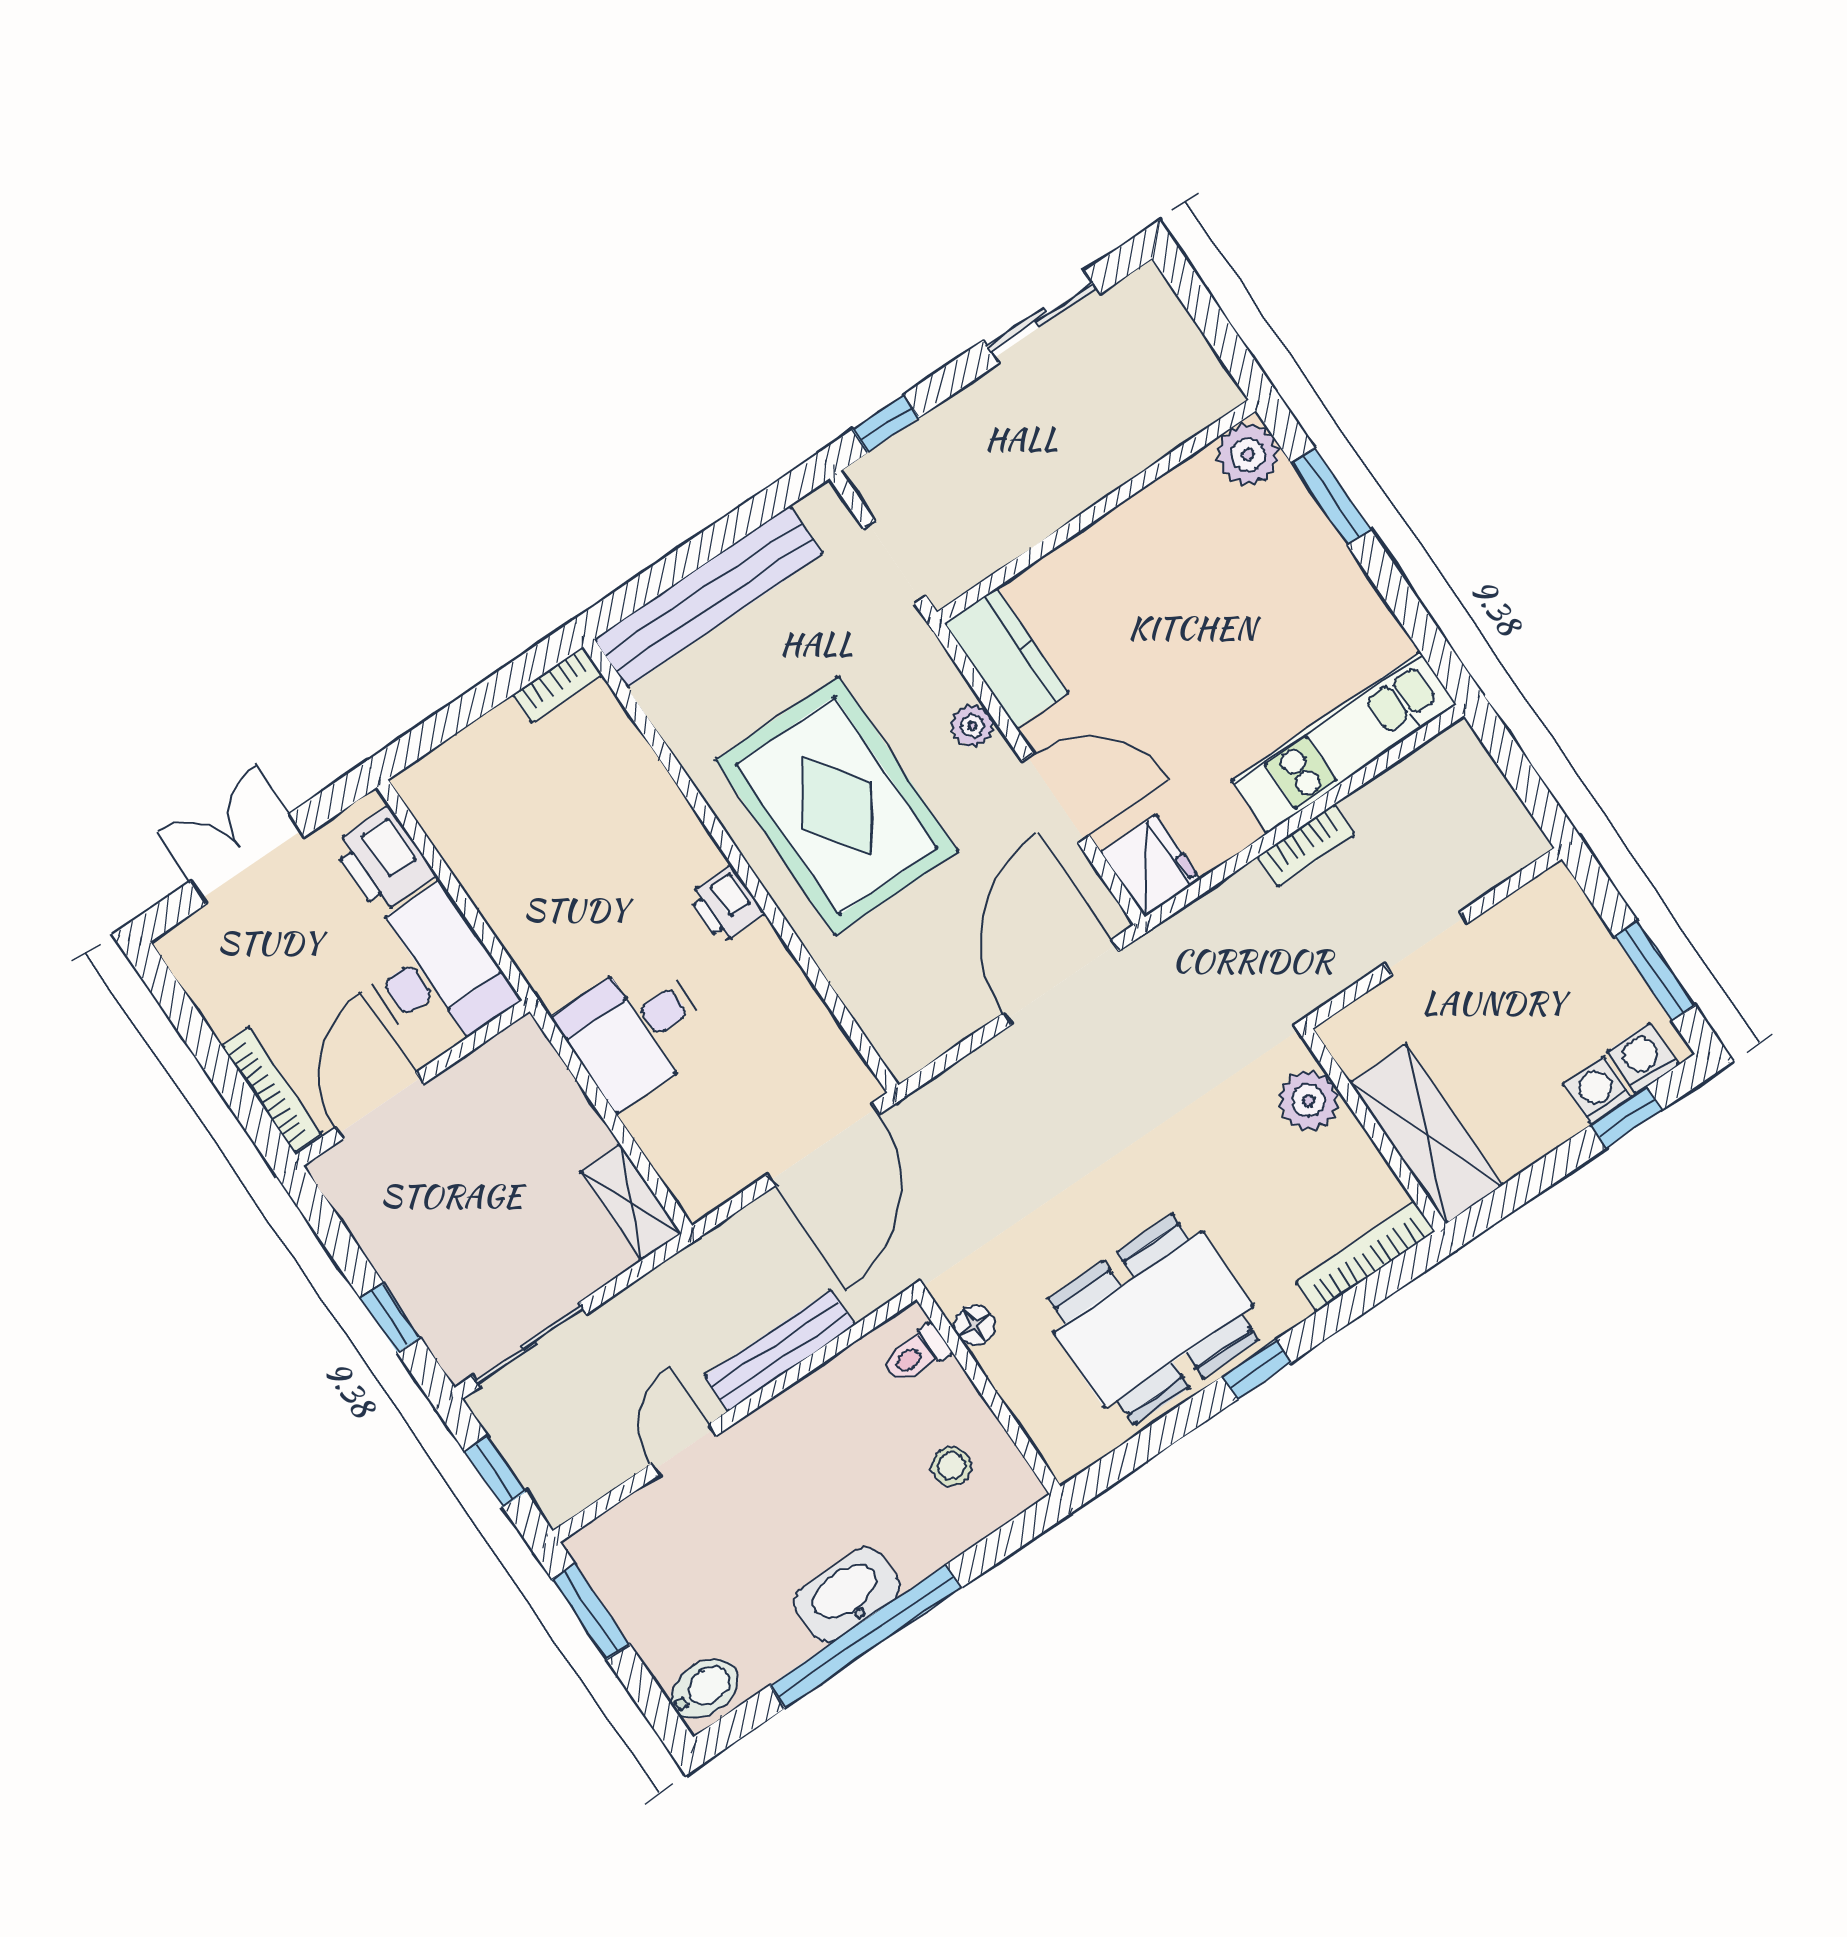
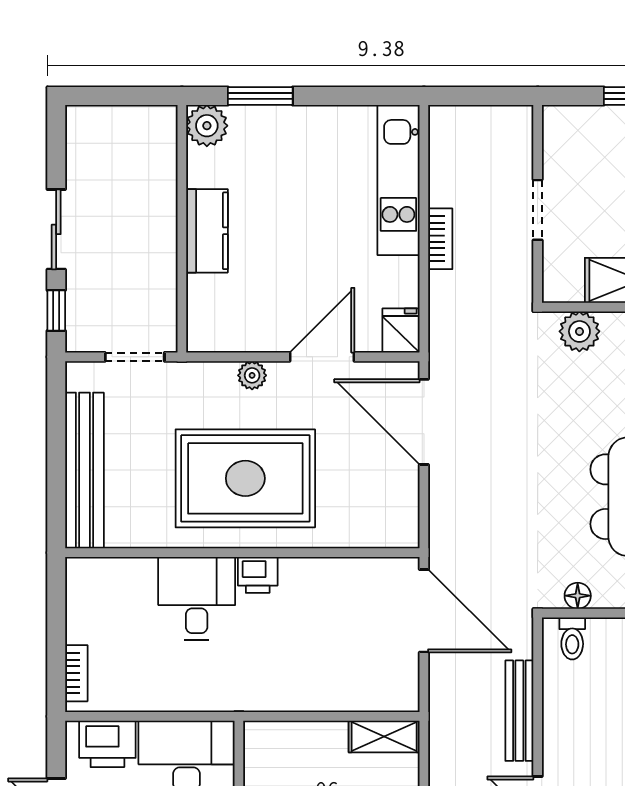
sliding door: (1041, 317) -> (56, 229), moved
kitchen counter: (1006, 658) -> (207, 231), moved, turned 90
bookcase: (557, 685) -> (76, 673), moved
fridge: (1151, 866) -> (401, 330), width x0.72
desk: (635, 1030) -> (197, 598), moved, turned 180

